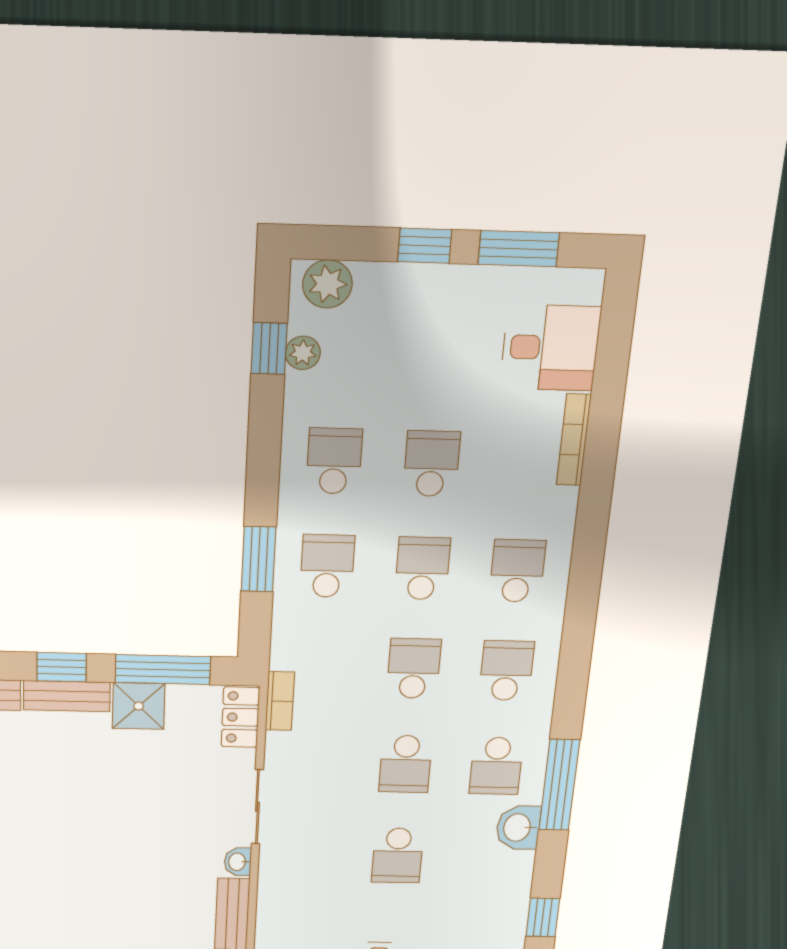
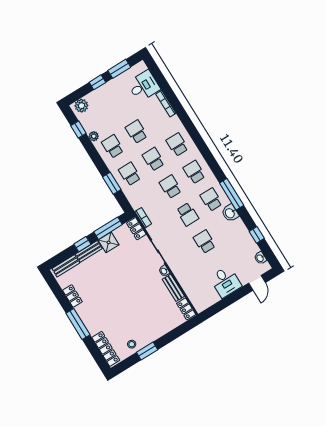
plant: (303, 353) -> (94, 136), moved
school desk: (496, 766) -> (211, 200), turned 180
school desk: (397, 855) -> (205, 242), turned 180

